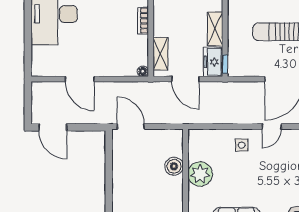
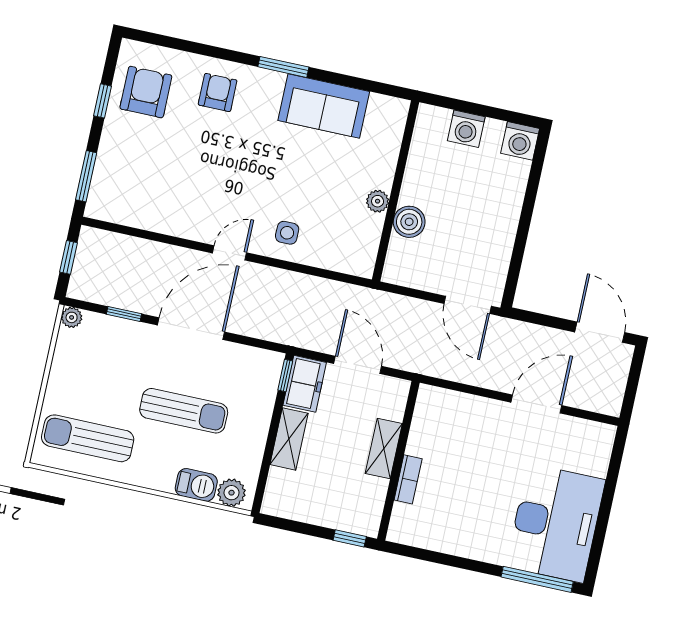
shelving: (160, 54) -> (384, 448), moved
floor lamp: (143, 71) -> (427, 394), removed
door: (80, 79) -> (536, 404), hinge flipped
plant: (200, 174) -> (378, 201), width x0.53, depth x0.53

